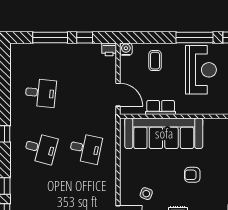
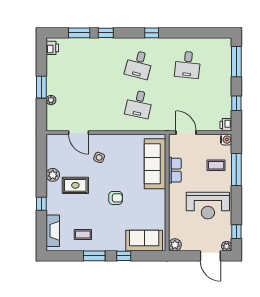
window: (50, 38) -> (236, 62), moved
window: (194, 38) -> (236, 170), moved
door: (118, 95) -> (186, 133), swing flipped
sofa: (164, 133) -> (155, 164), width x0.74, depth x0.79
armchair: (192, 175) -> (116, 198), turned 90

